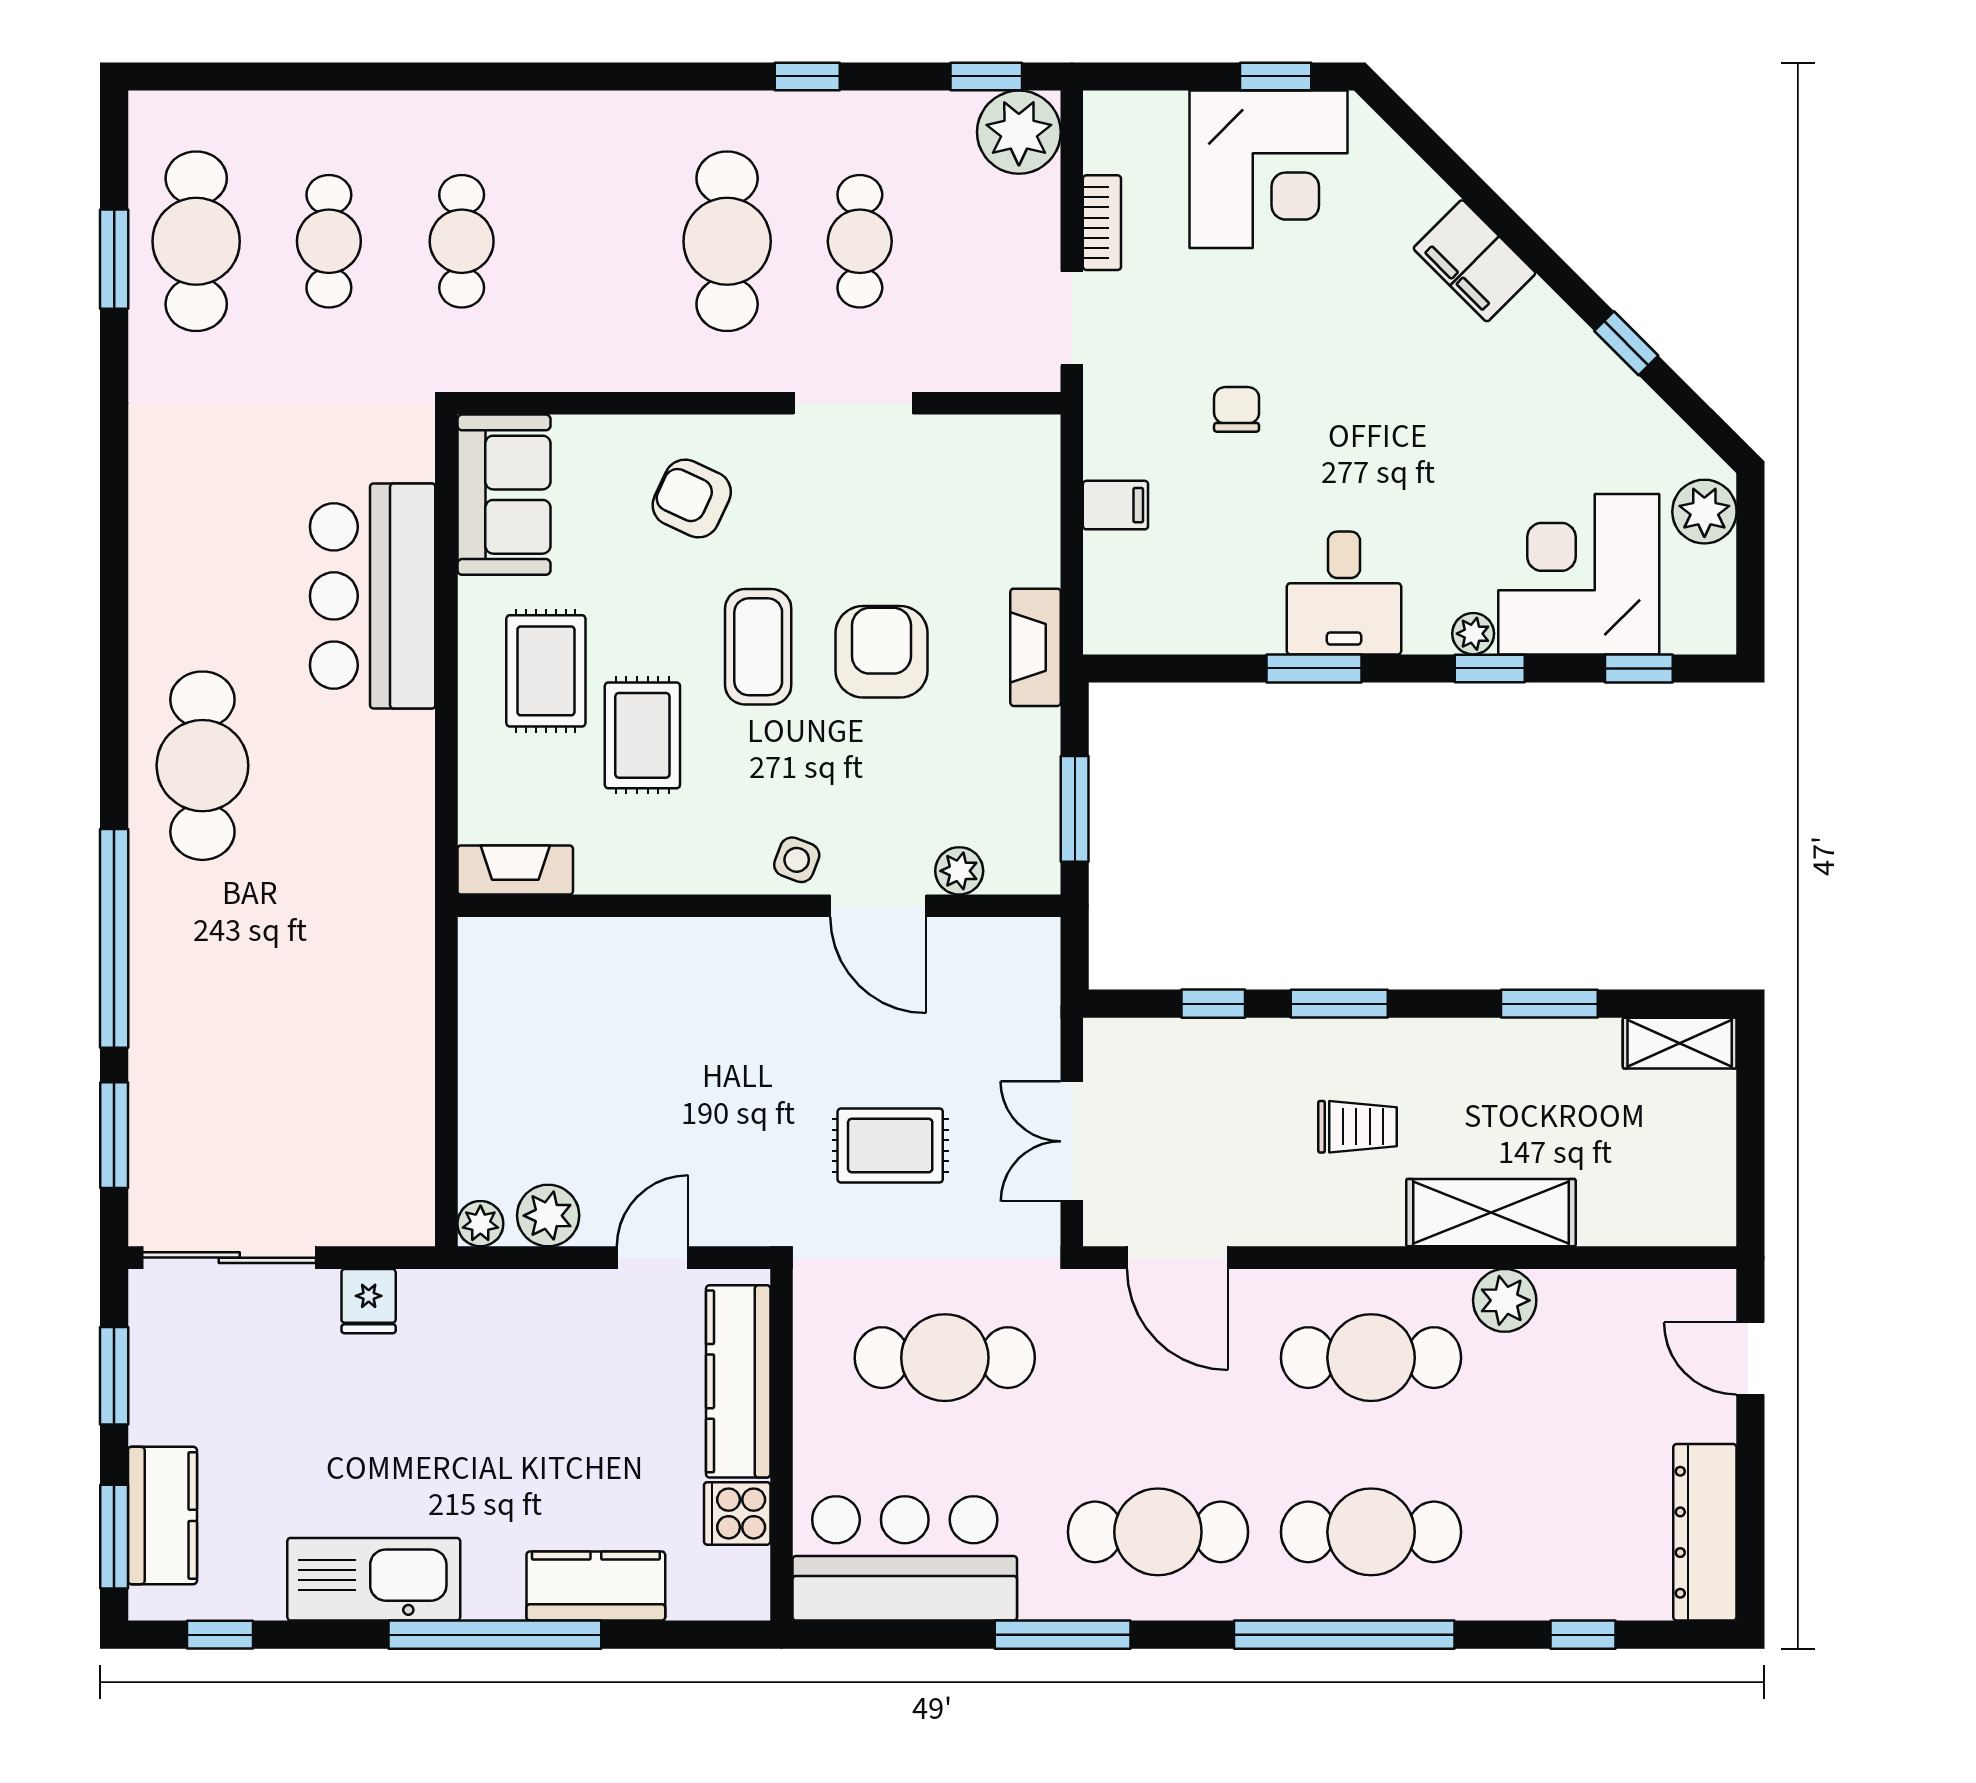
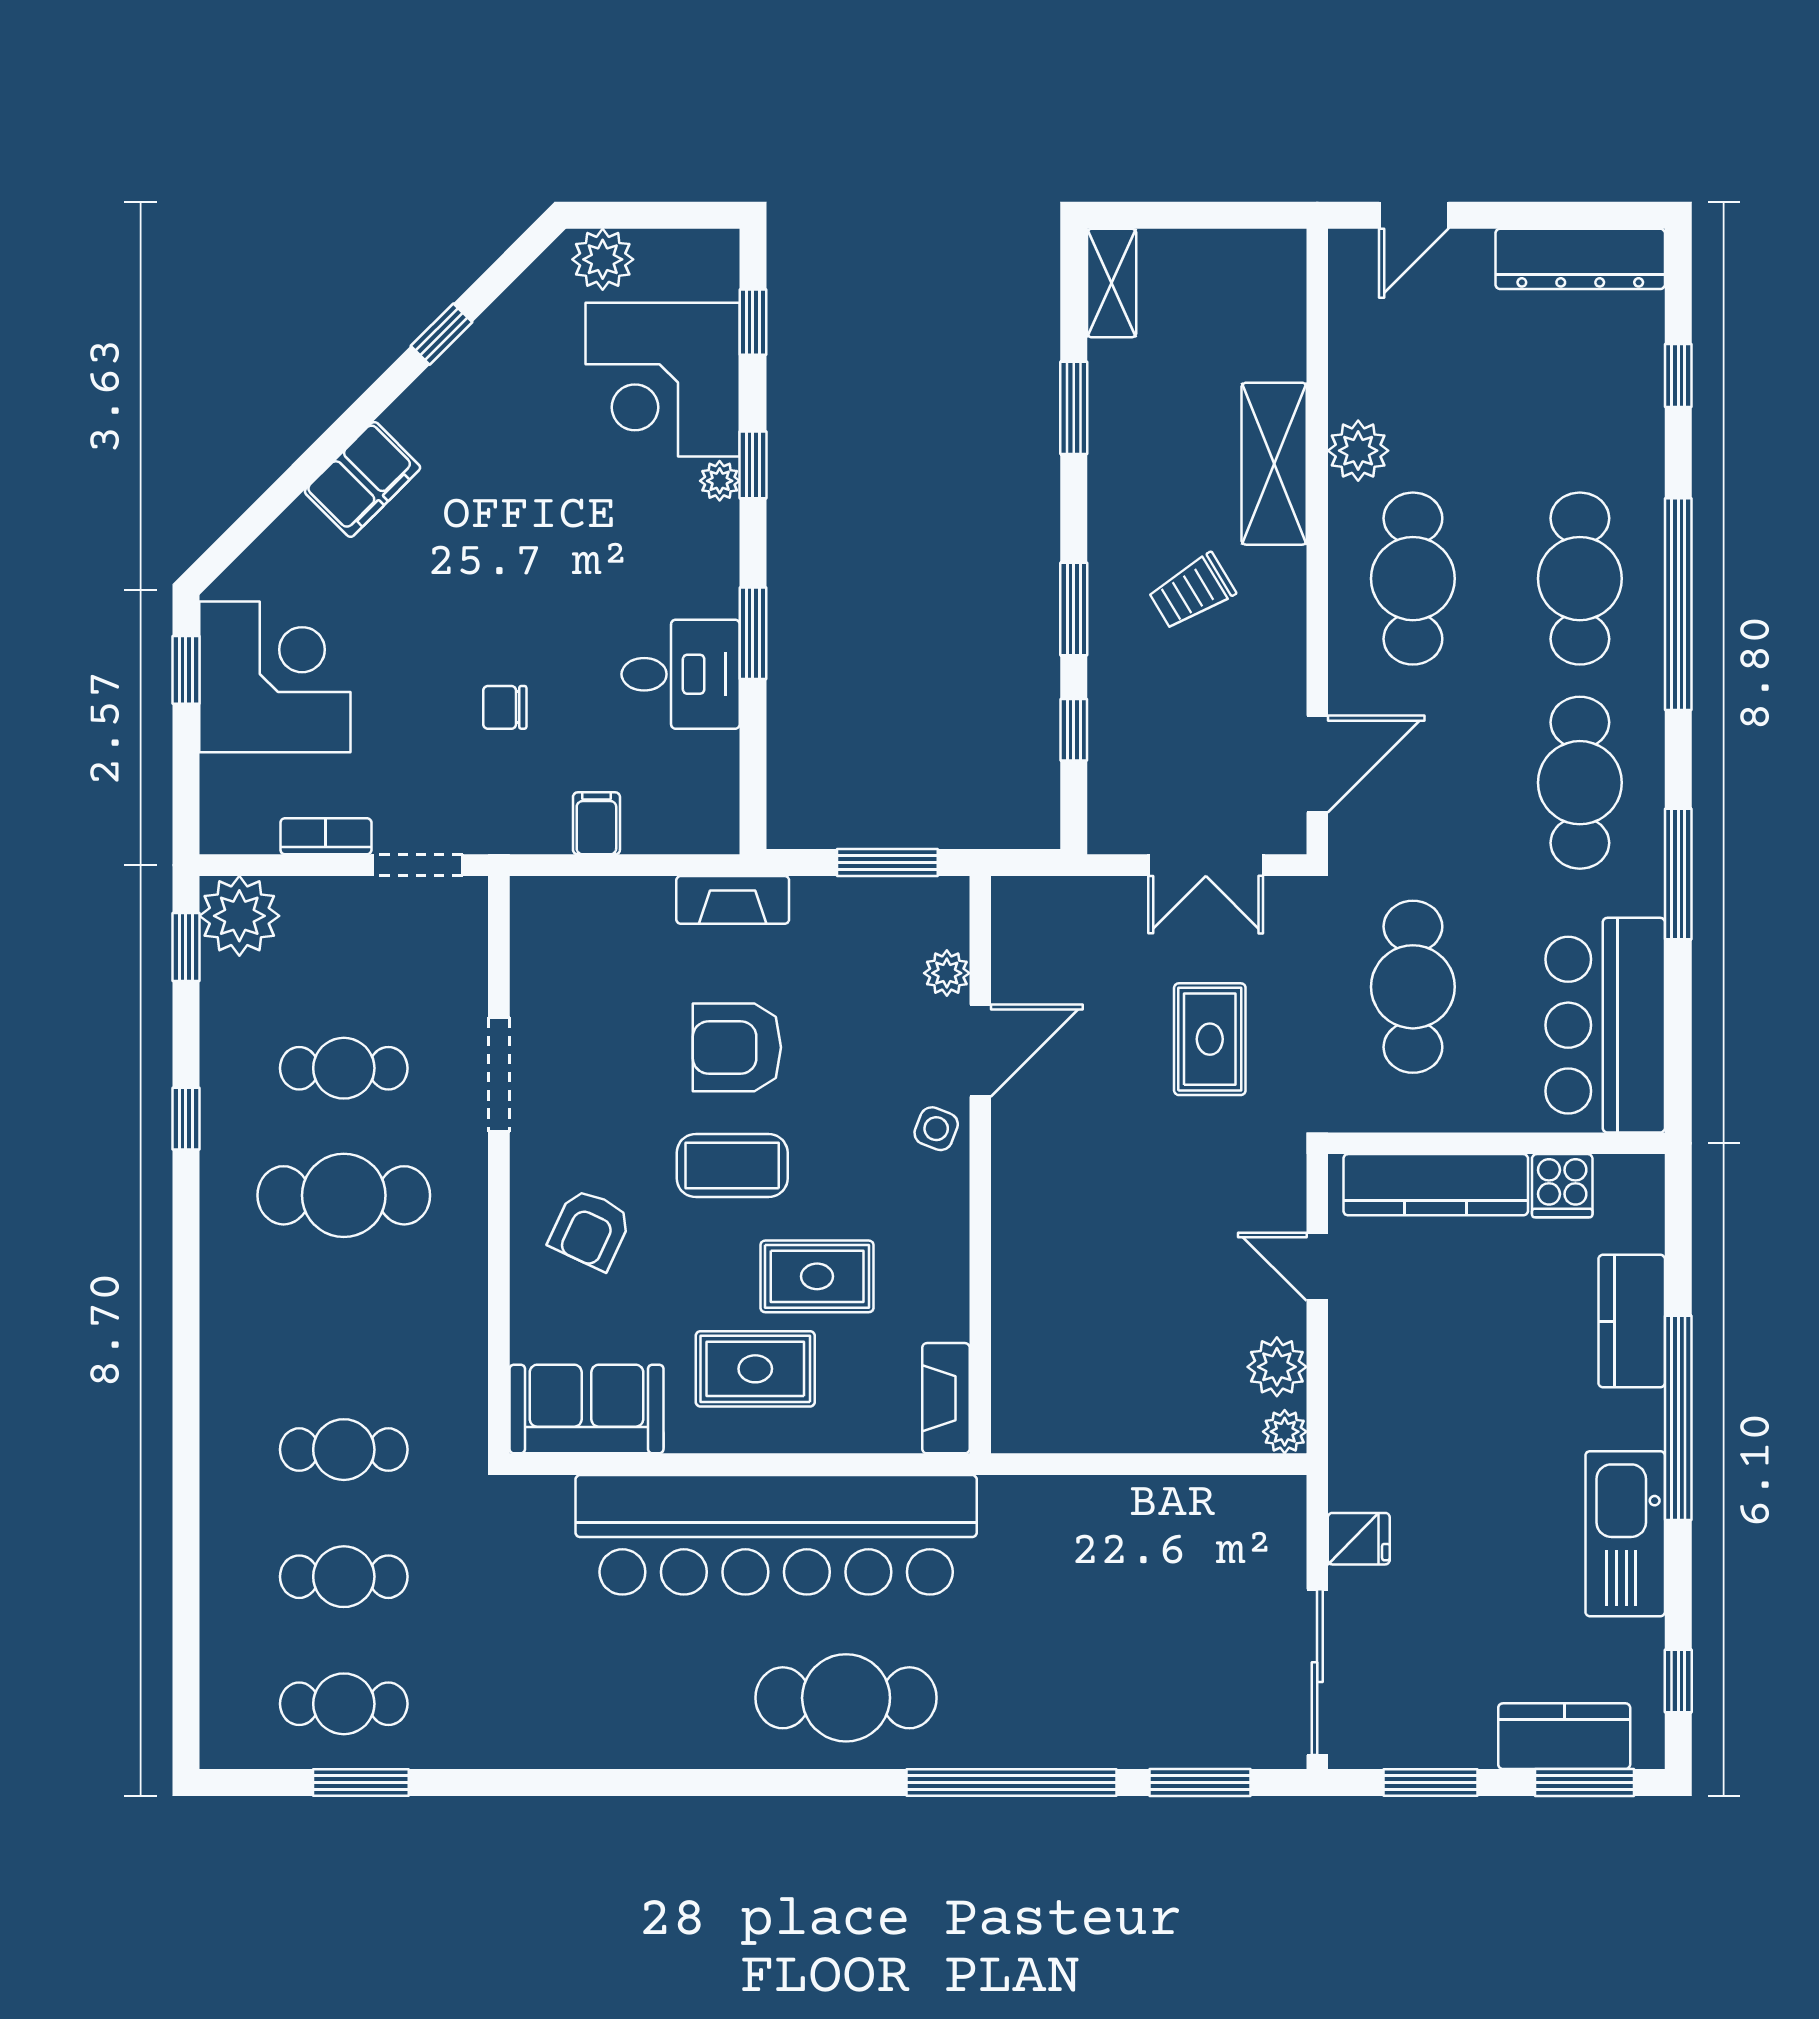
cafe table: (196, 241) -> (344, 1704), width x0.73, depth x0.74
desk: (1344, 593) -> (681, 674), moved
bar counter: (373, 596) -> (776, 1535), width x1.86
trolley: (1358, 1127) -> (1192, 591), turned -121

